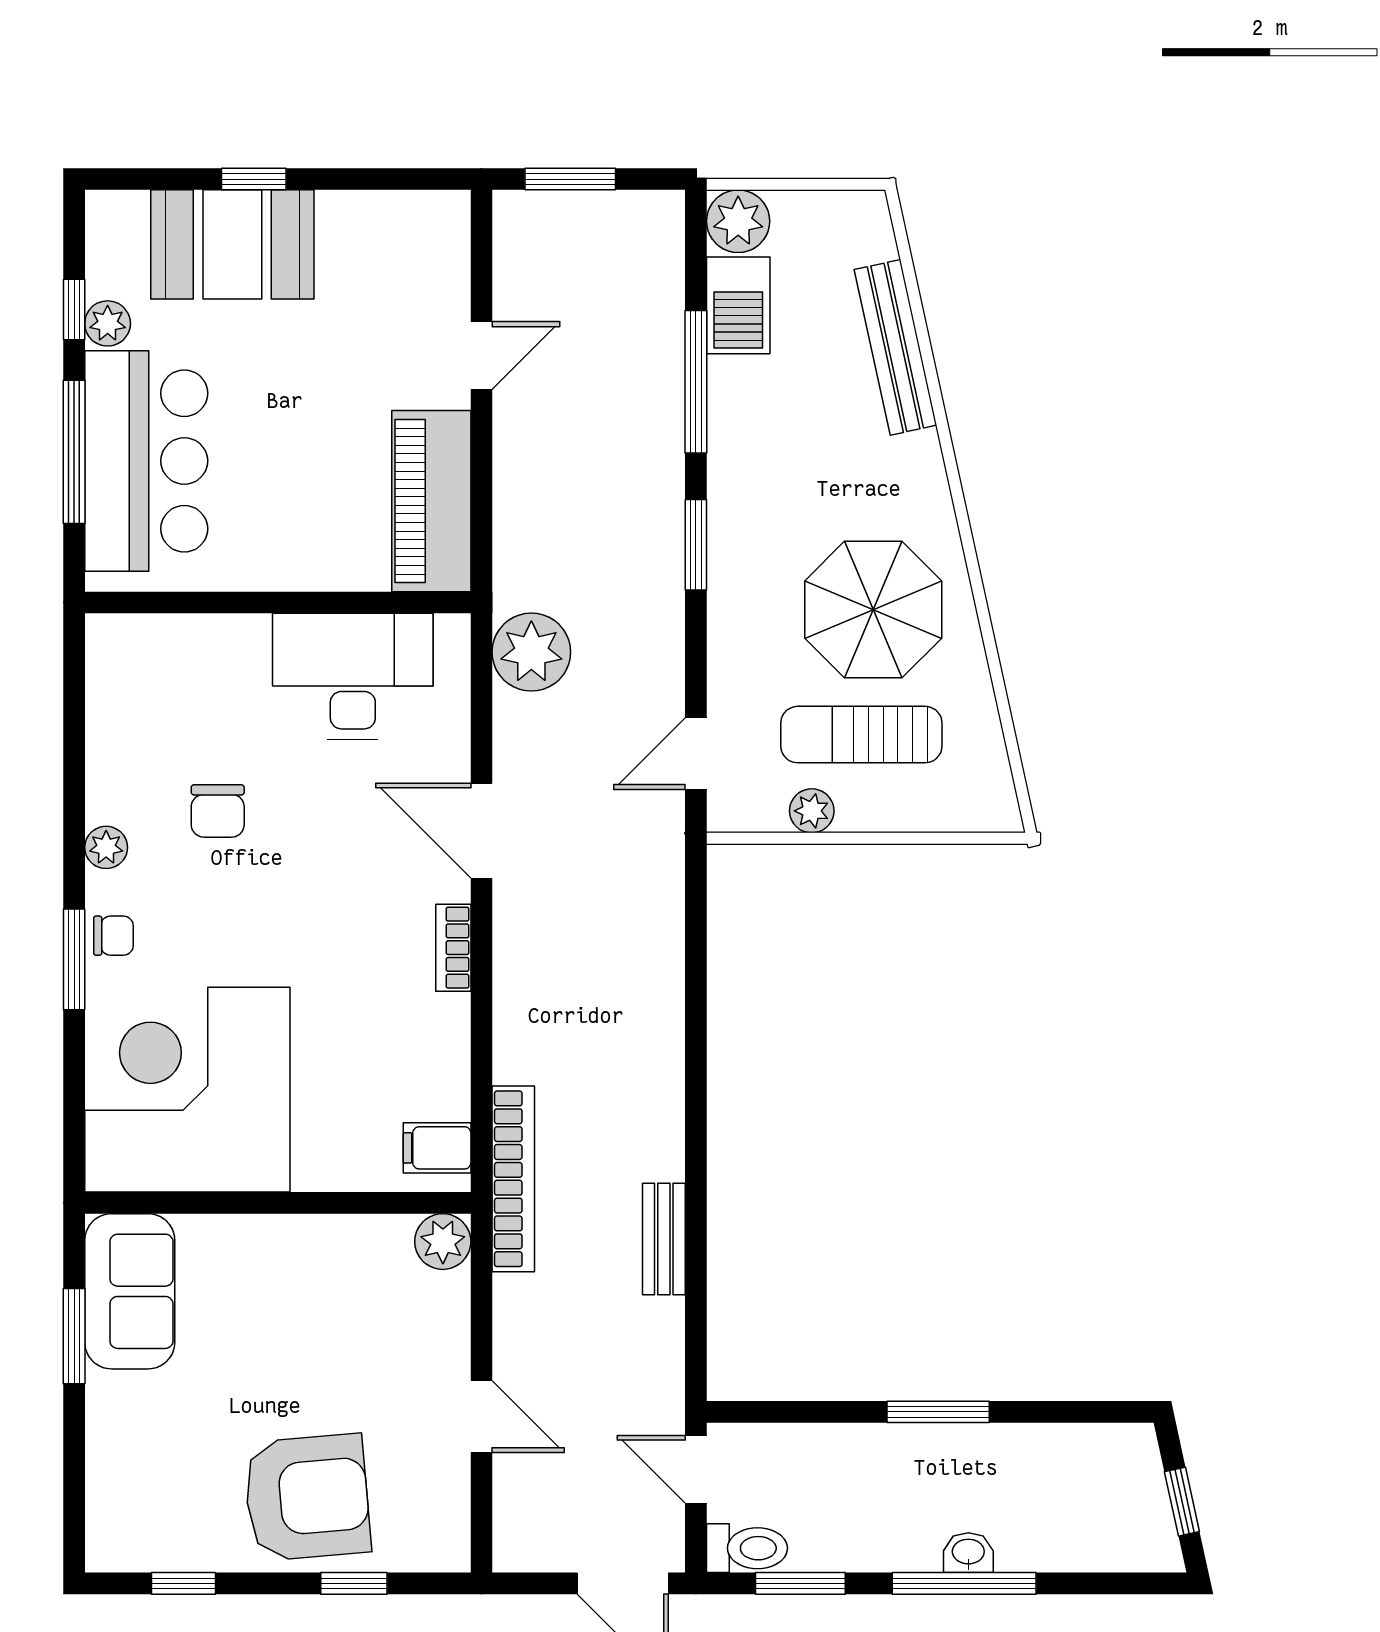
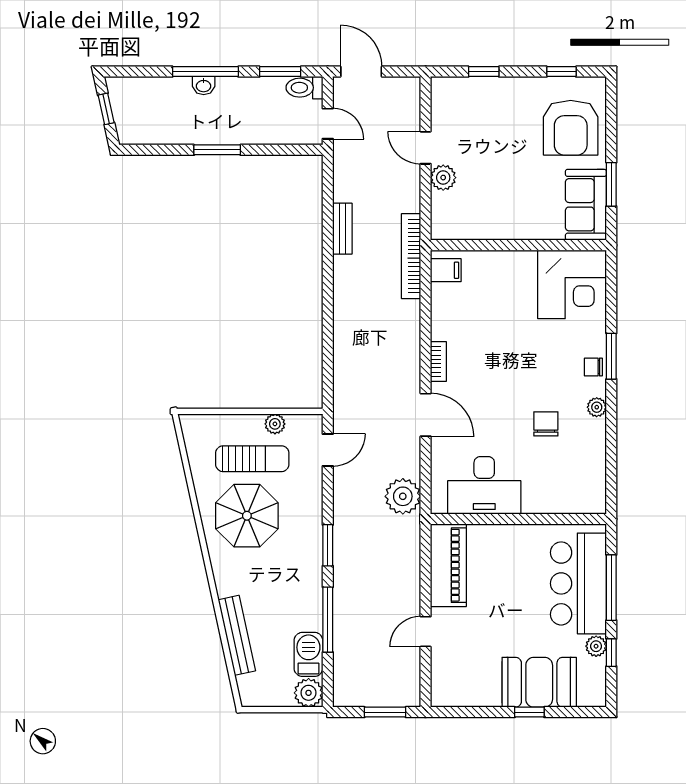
corner desk: (187, 1090) -> (572, 284), width x0.74, depth x0.74
plant: (443, 1242) -> (443, 178), moved
armchair: (307, 1497) -> (571, 128), moved, turned -85

